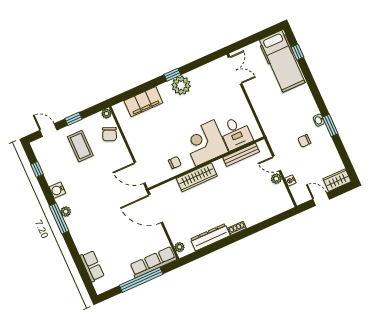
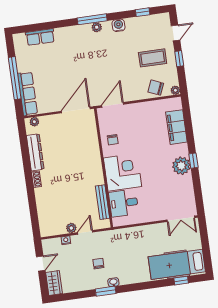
wardrobe: (197, 177) -> (94, 156), removed

